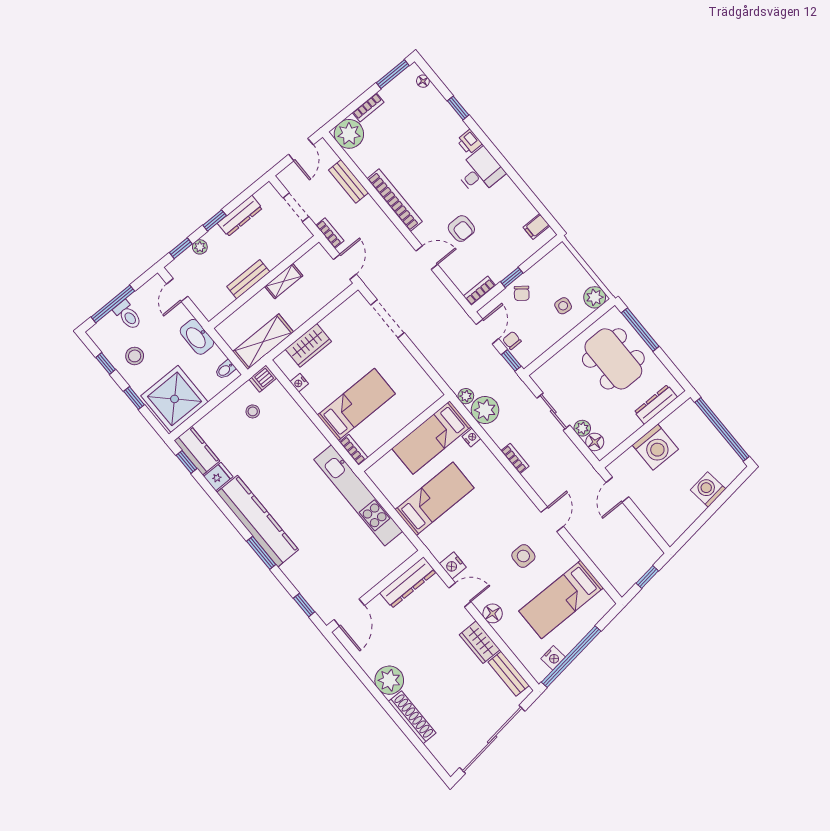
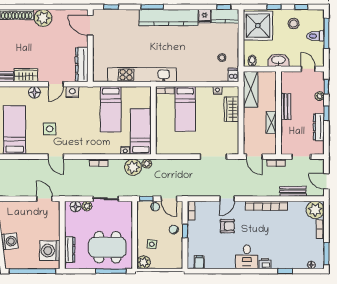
armchair: (461, 229) -> (227, 226), turned 180
washing machine: (655, 447) -> (50, 251), moved

